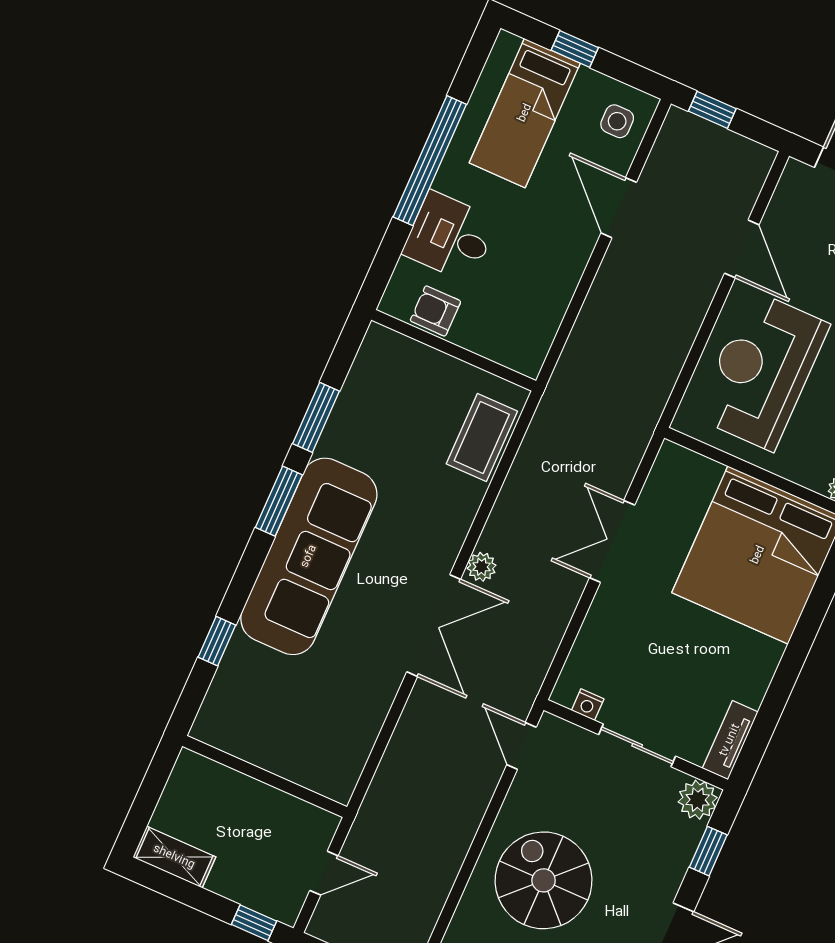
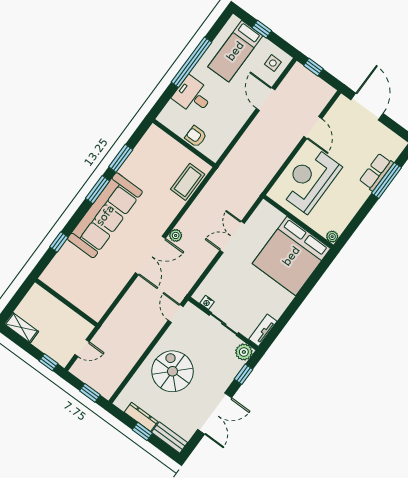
armchair: (435, 311) -> (196, 136), moved

